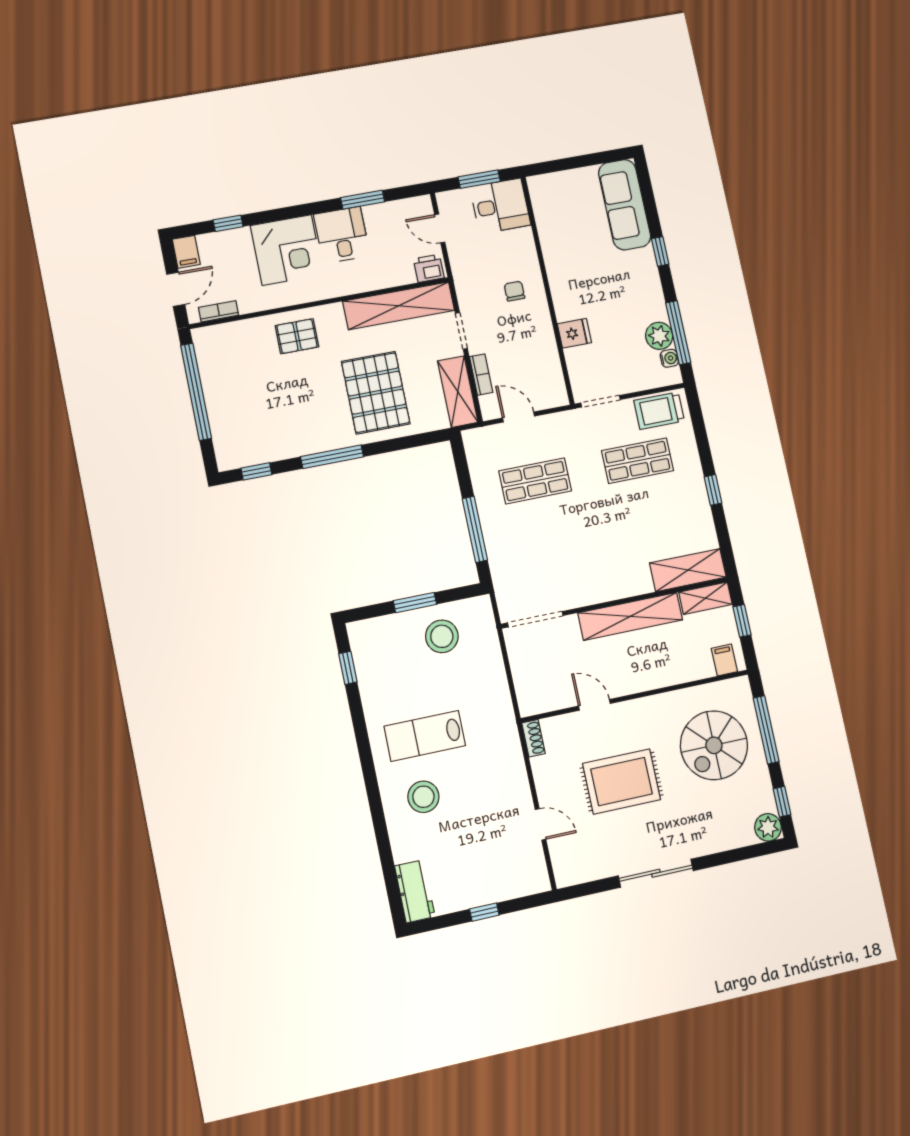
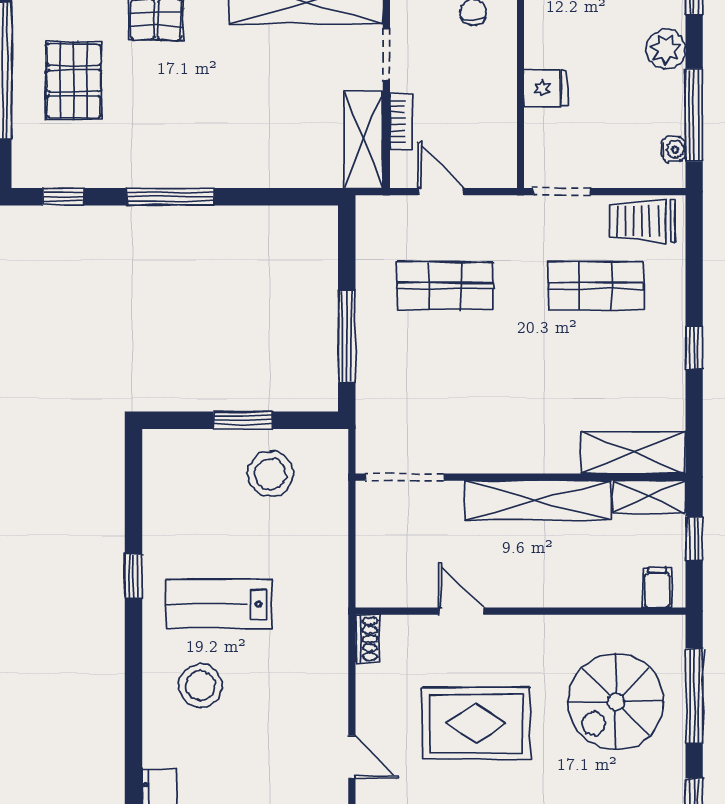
plant: (659, 336) -> (666, 49), moved
pallet: (376, 393) -> (73, 81), moved, width x0.73, depth x0.71
window: (348, 668) -> (134, 576), moved

